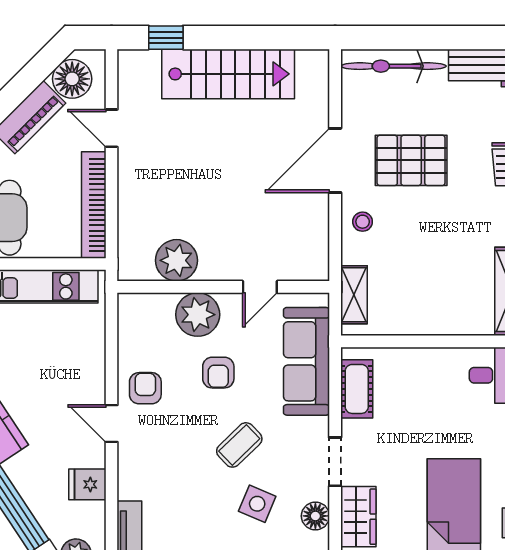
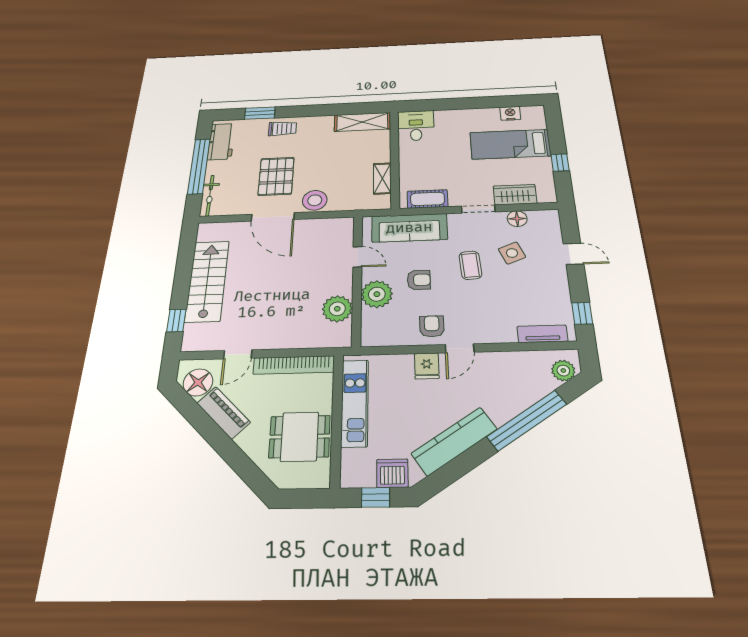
window: (437, 38) -> (199, 166), added
bicycle: (394, 66) -> (210, 195), width x0.73, depth x0.71
stool: (363, 222) -> (315, 200), width x1.89, depth x1.89
shelving: (354, 295) -> (382, 178), moved, turned 90
armchair: (145, 388) -> (432, 326), turned 90
coffee table: (239, 445) -> (470, 265), turned 40
fridge: (87, 484) -> (427, 366), moved
side table: (257, 504) -> (512, 253), turned 45

